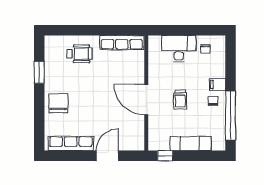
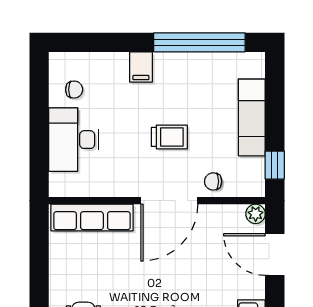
row of seats: (122, 42) -> (92, 217), moved, turned 90
chair: (213, 101) -> (213, 181), moved
plant: (139, 146) -> (256, 214), added
door: (107, 156) -> (275, 254), moved

